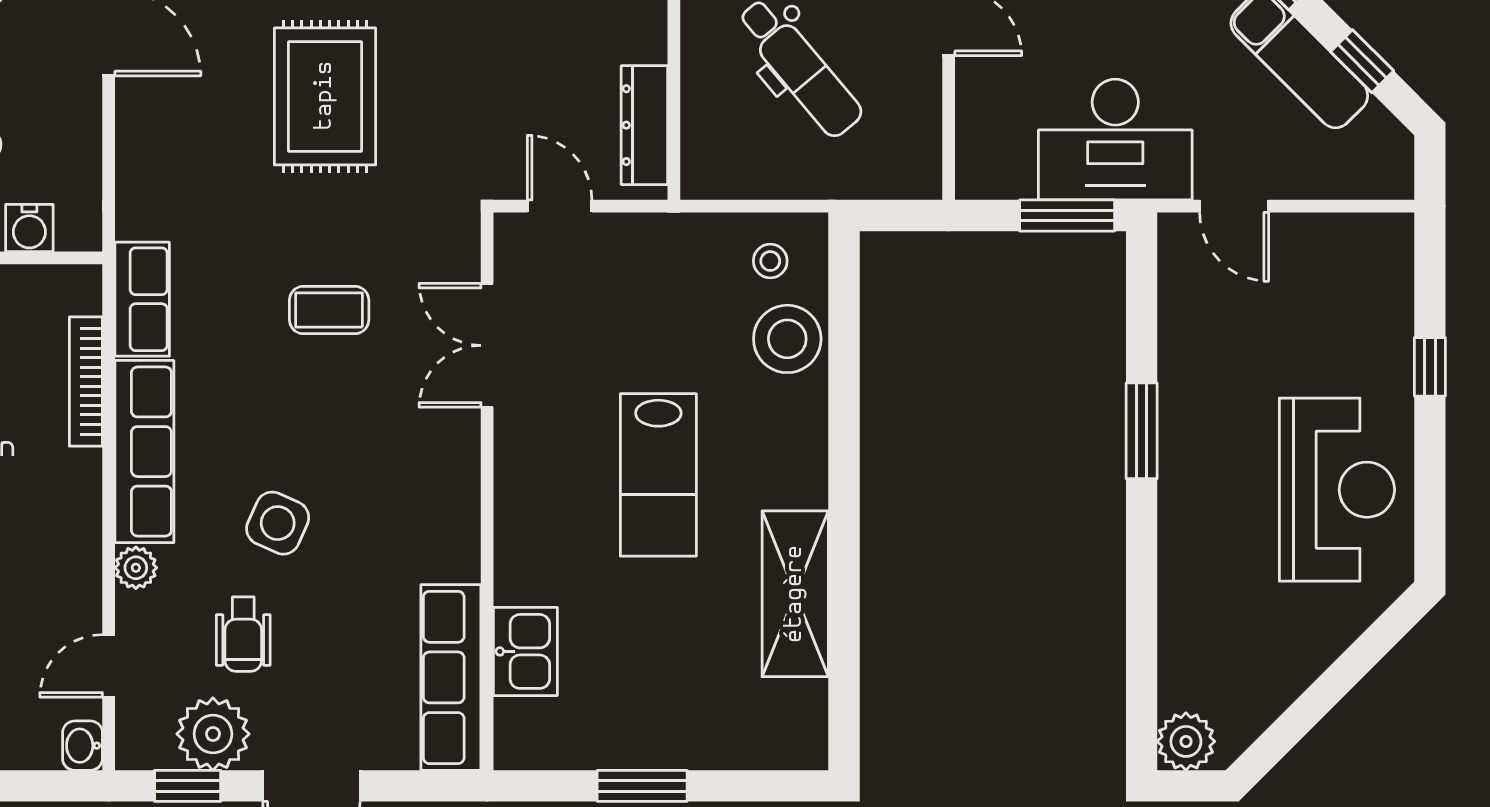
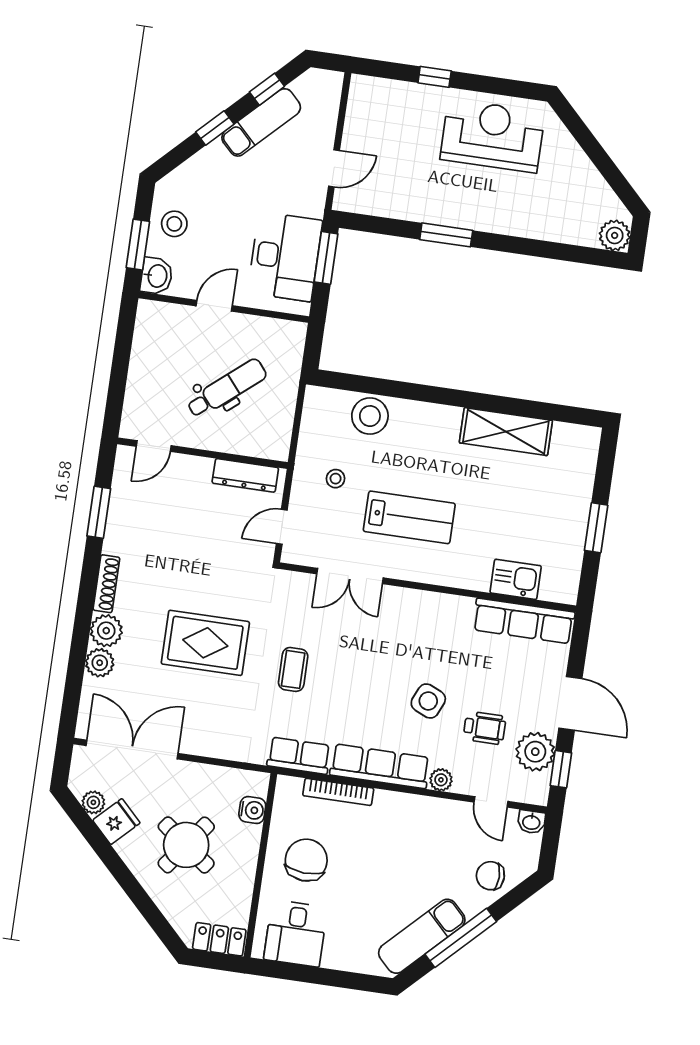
desk: (1115, 140) -> (285, 257), moved
stool: (770, 261) -> (336, 479), moved
coffee table: (329, 310) -> (293, 669), moved
lab bench: (658, 475) -> (409, 517), moved

